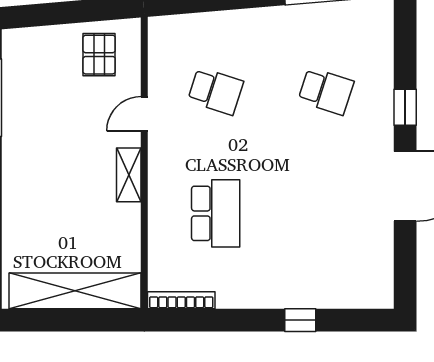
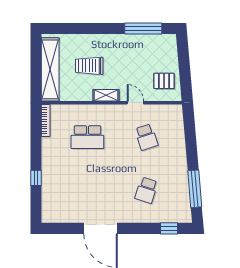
school desk: (216, 91) -> (146, 137), turned -36
window: (405, 107) -> (169, 228), moved
trolley: (68, 210) -> (89, 66), added

